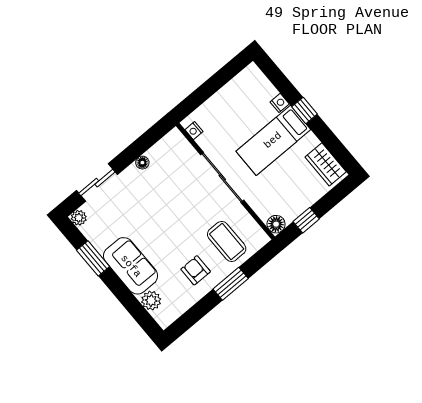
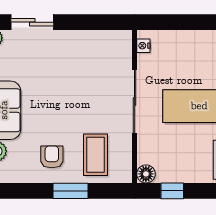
floor lamp: (142, 163) -> (81, 37), removed

